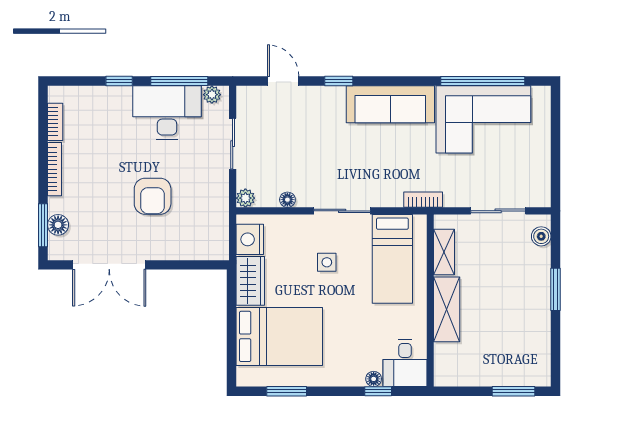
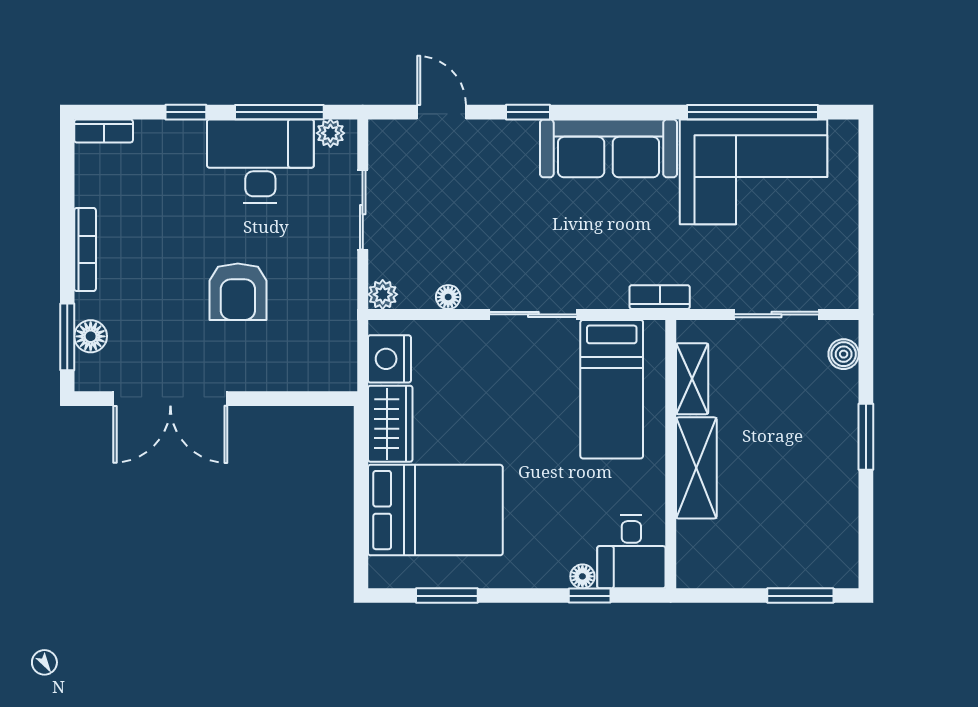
bookcase: (55, 122) -> (104, 131), moved, turned 90
side table: (327, 262) -> (509, 395), removed

